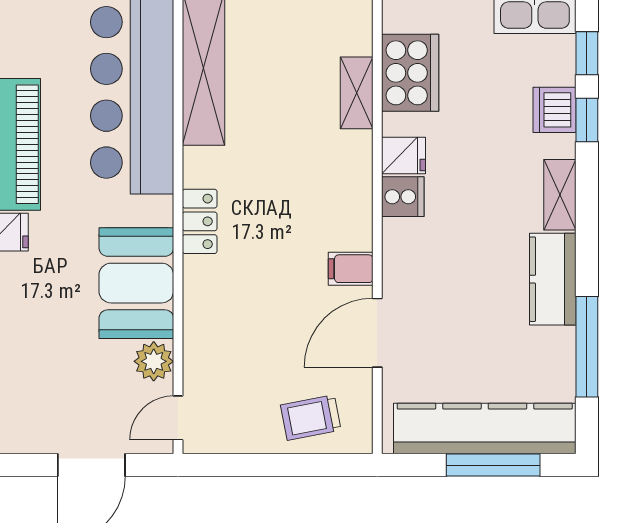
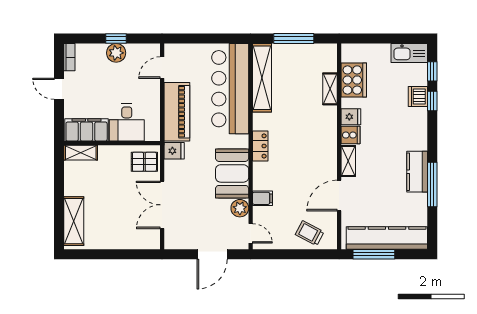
shelving: (560, 195) -> (348, 161), moved
filing cabinet: (351, 269) -> (262, 198), moved, turned 180
window: (587, 347) -> (432, 185), moved
door: (178, 418) -> (251, 233), swing flipped
trolley: (311, 418) -> (310, 233), turned 39
window: (493, 465) -> (374, 254), moved

